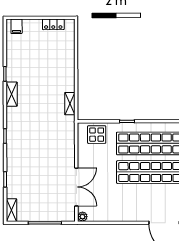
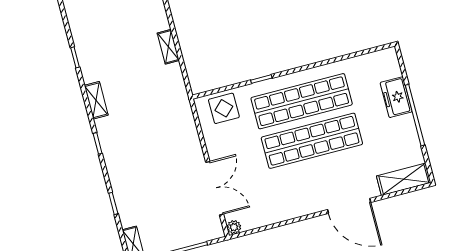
shelving: (12, 94) -> (96, 100), moved
shelving: (70, 104) -> (168, 47), moved

